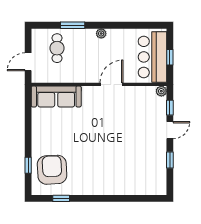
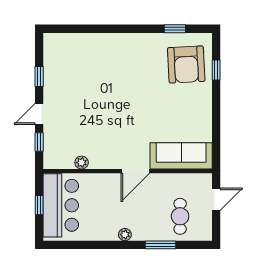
door: (111, 84) -> (135, 171), moved
plant: (161, 91) -> (82, 163), moved

